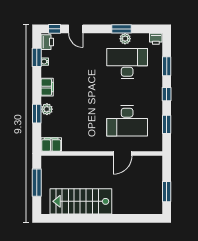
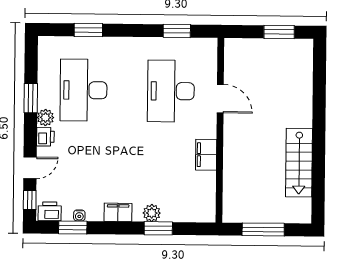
plant: (125, 39) -> (45, 117), moved
printer: (156, 39) -> (45, 137), moved
window: (167, 94) -> (131, 30), removed
desk: (127, 121) -> (171, 91), turned 180
filing cabinet: (51, 145) -> (206, 155), moved
stairs: (81, 201) -> (299, 163), width x0.73, depth x0.66

